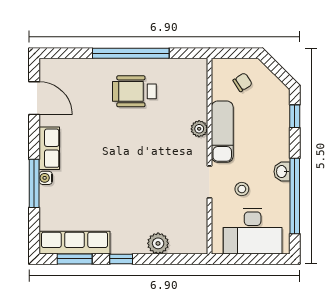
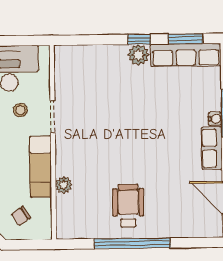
wheelchair: (134, 91) -> (128, 206), turned -90
plant: (199, 129) -> (64, 185), moved
plant: (158, 243) -> (138, 55), moved

